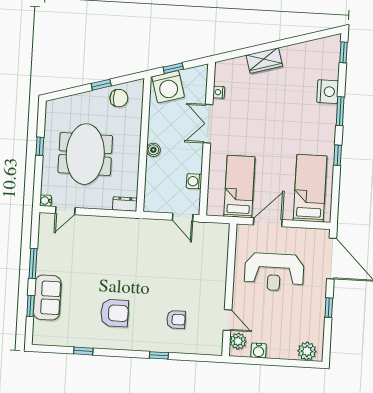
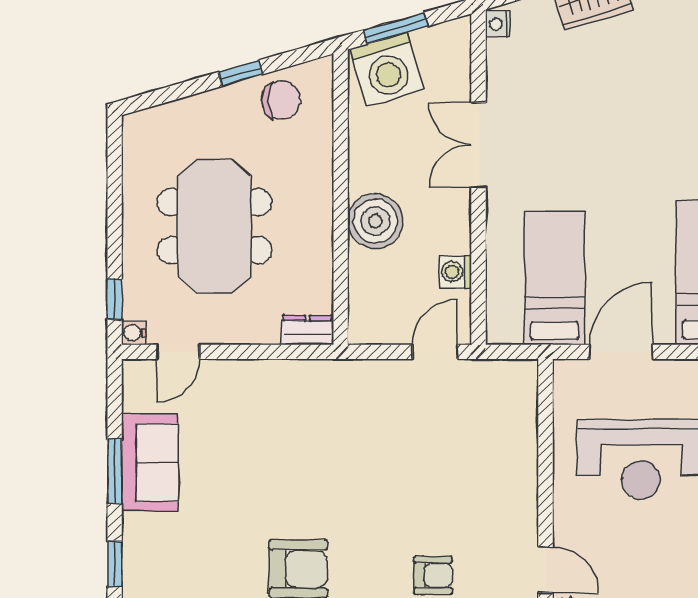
window: (173, 68) -> (395, 28), width x1.50
nightstand: (219, 92) -> (498, 24), moved
window: (40, 146) -> (115, 299), moved
boiler: (153, 150) -> (375, 221), width x1.86, depth x1.86
door: (183, 217) -> (435, 352), swing flipped
sofa: (47, 298) -> (150, 463), moved

